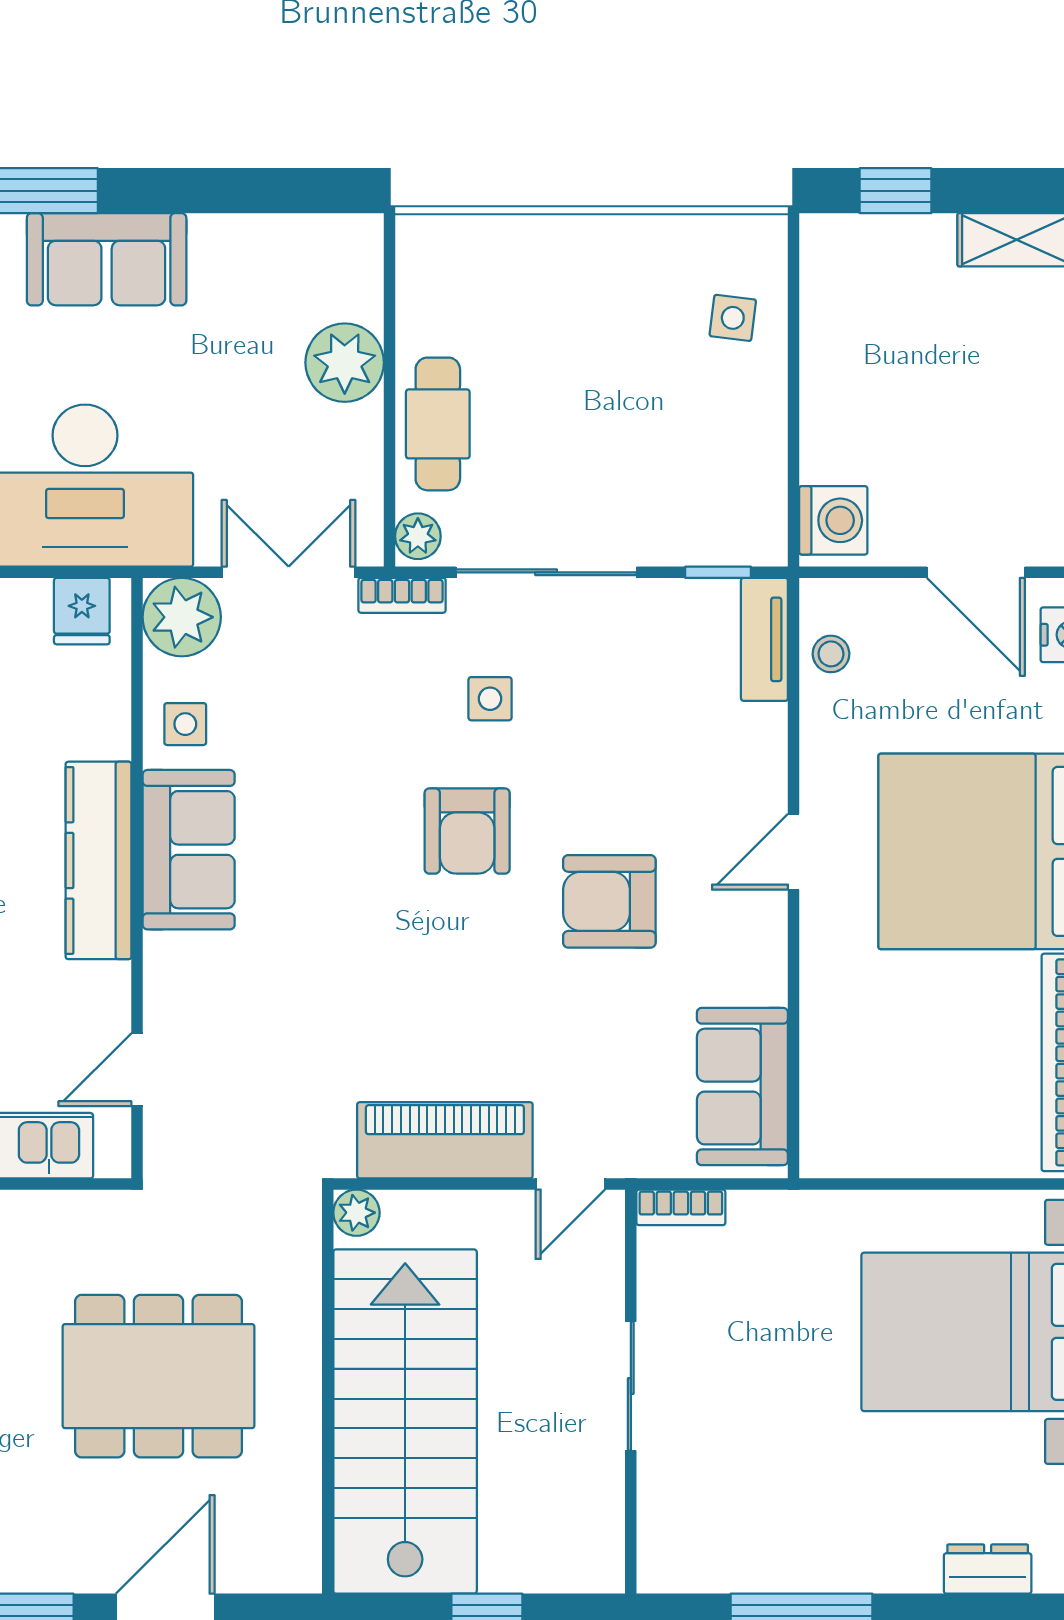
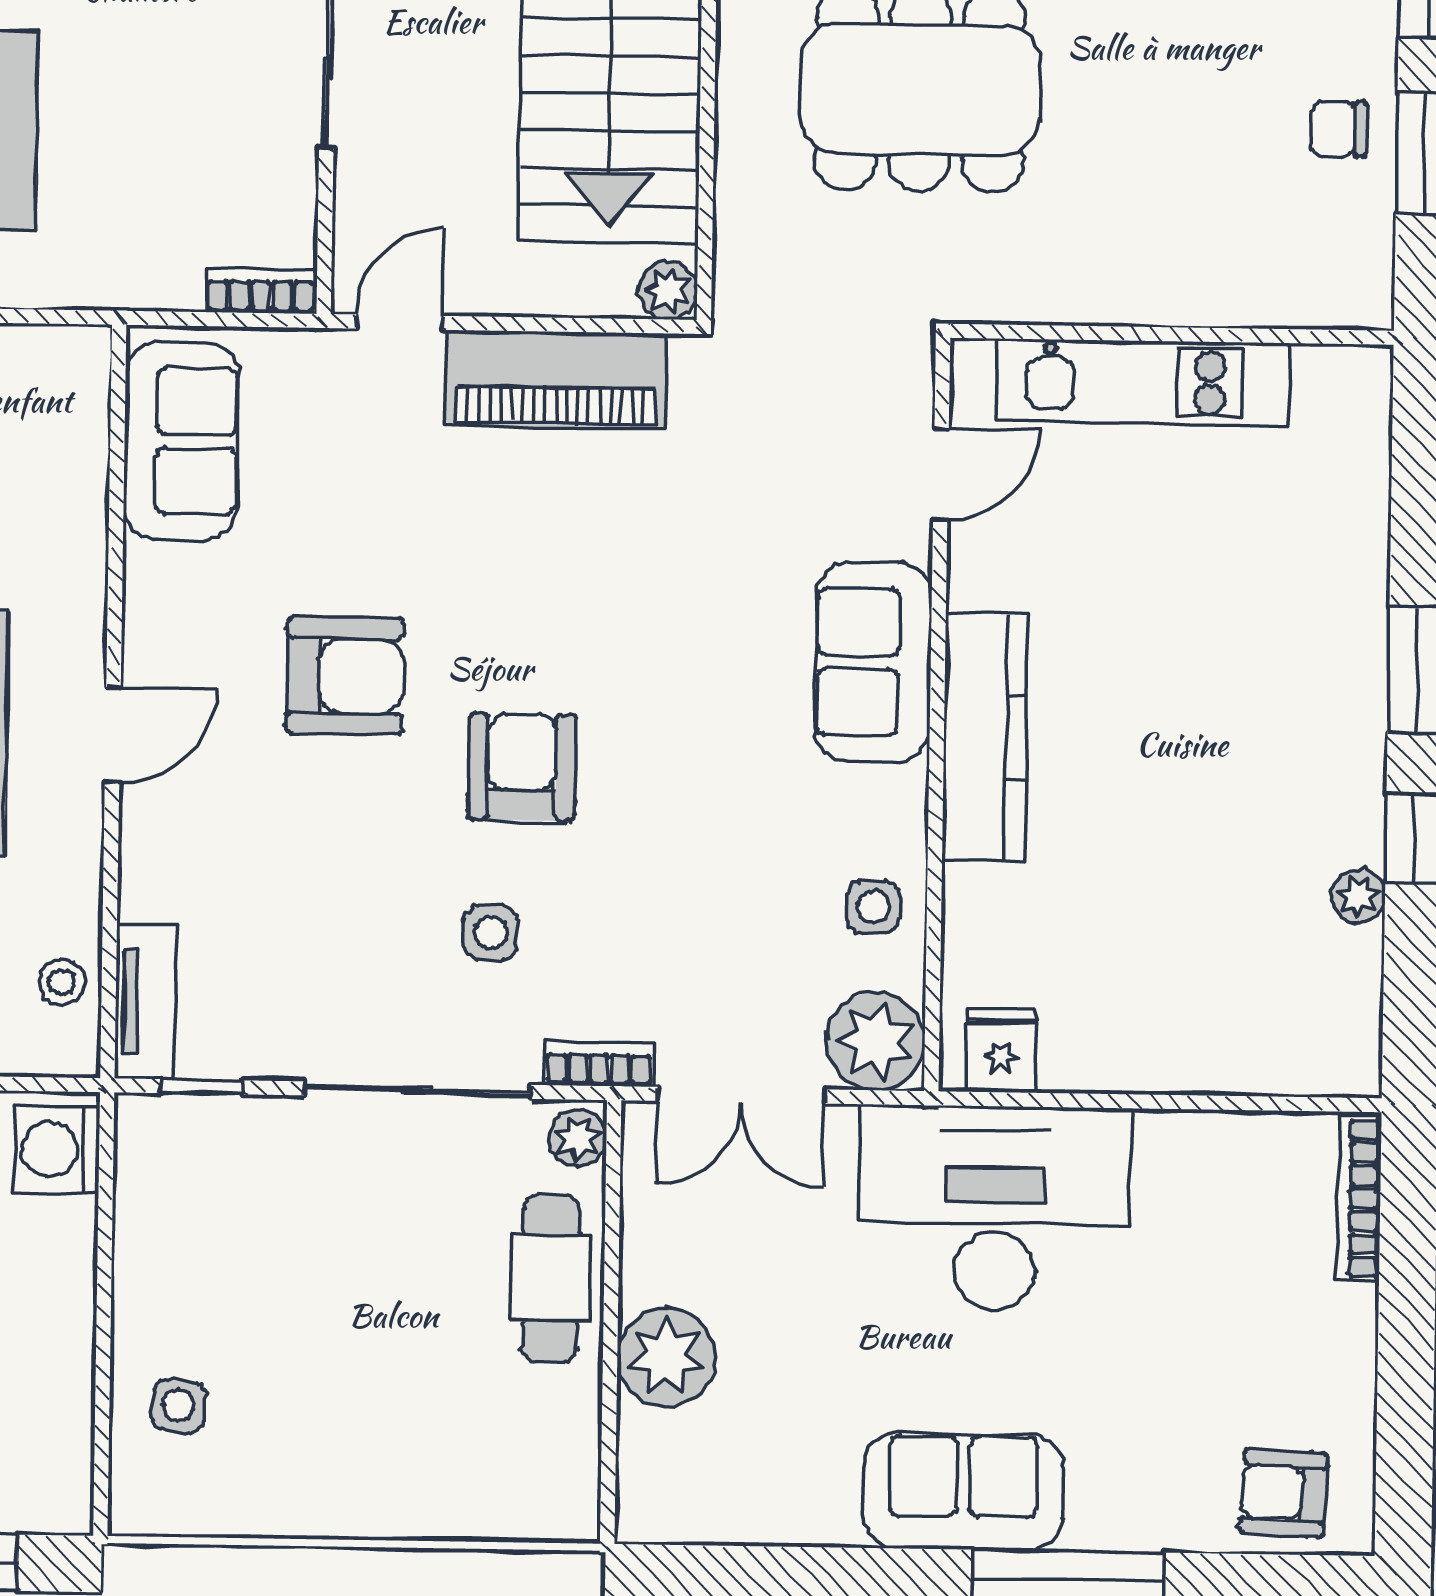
sofa: (189, 850) -> (873, 662), moved

